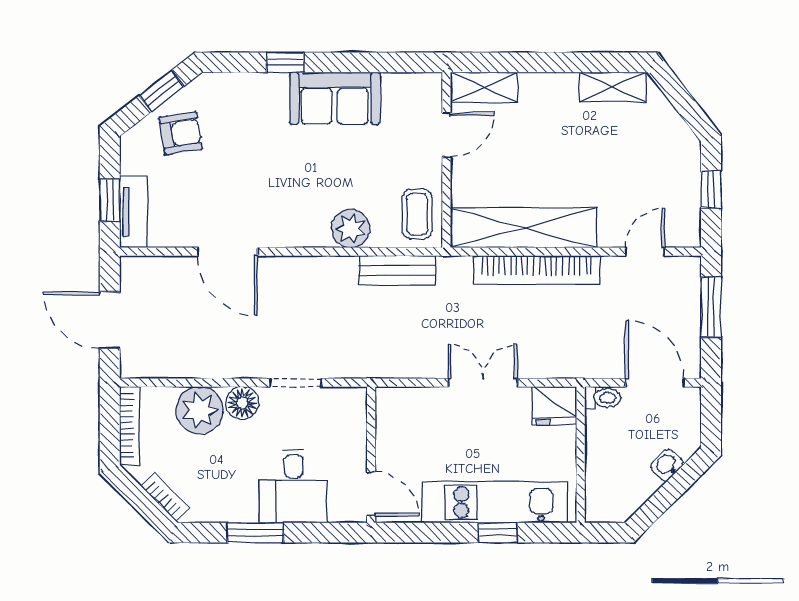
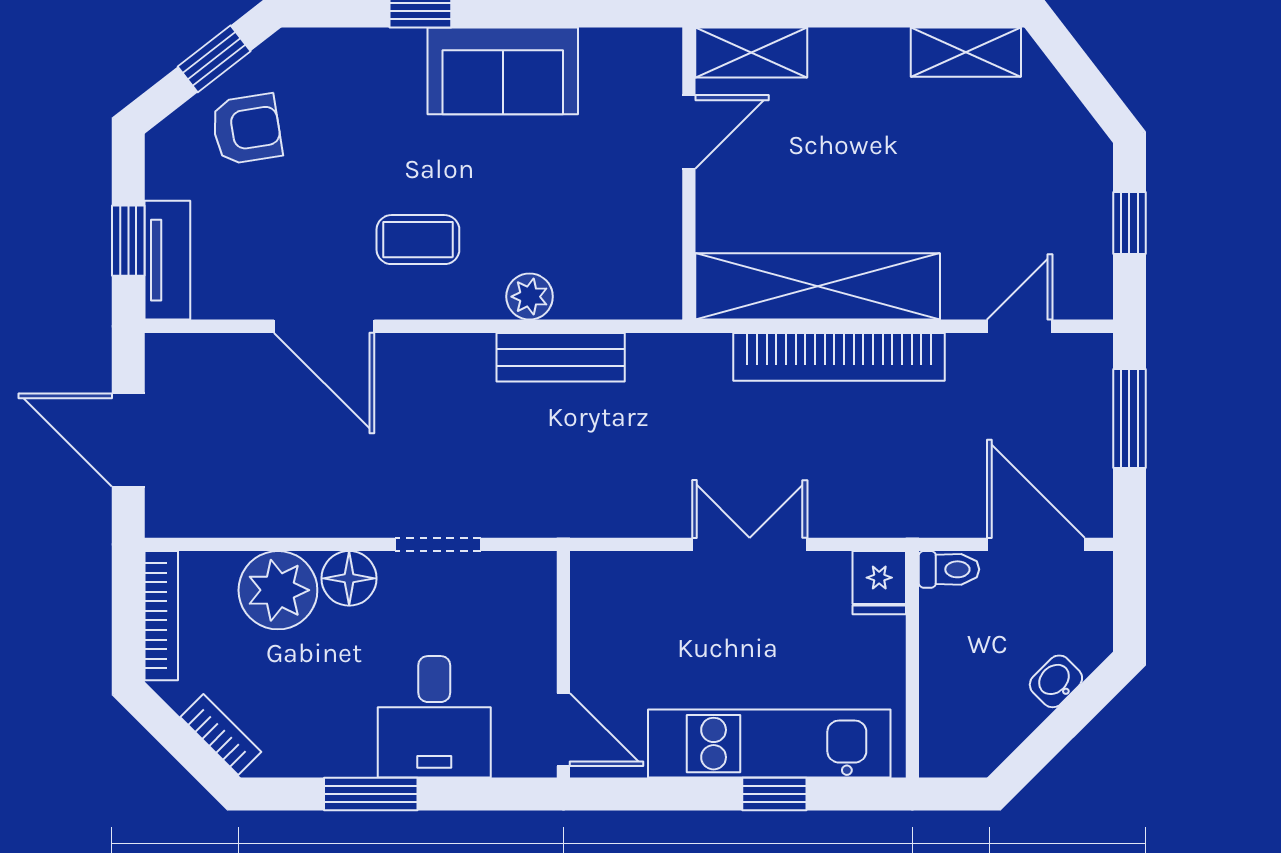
coffee table: (417, 214) -> (418, 240), moved, turned 90
plant: (351, 229) -> (530, 297), width x0.73, depth x0.73
bench: (397, 270) -> (561, 357), moved
fridge: (555, 406) -> (879, 583), width x0.72

